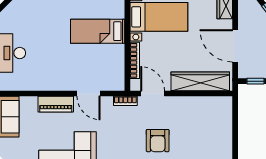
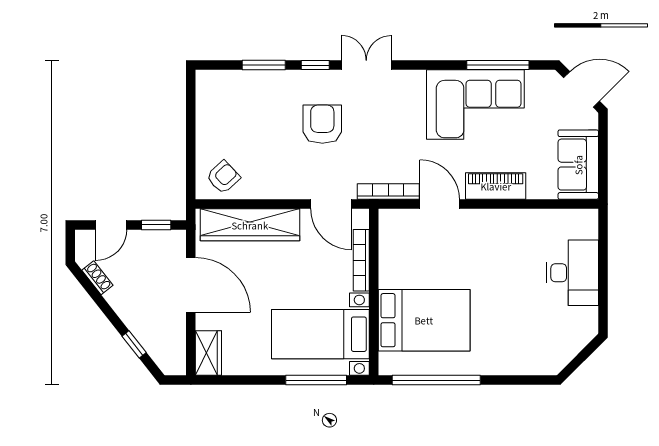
bed: (98, 31) -> (424, 320), width x1.50
bookcase: (125, 101) -> (388, 191), width x1.56
armchair: (216, 109) -> (223, 177), added

